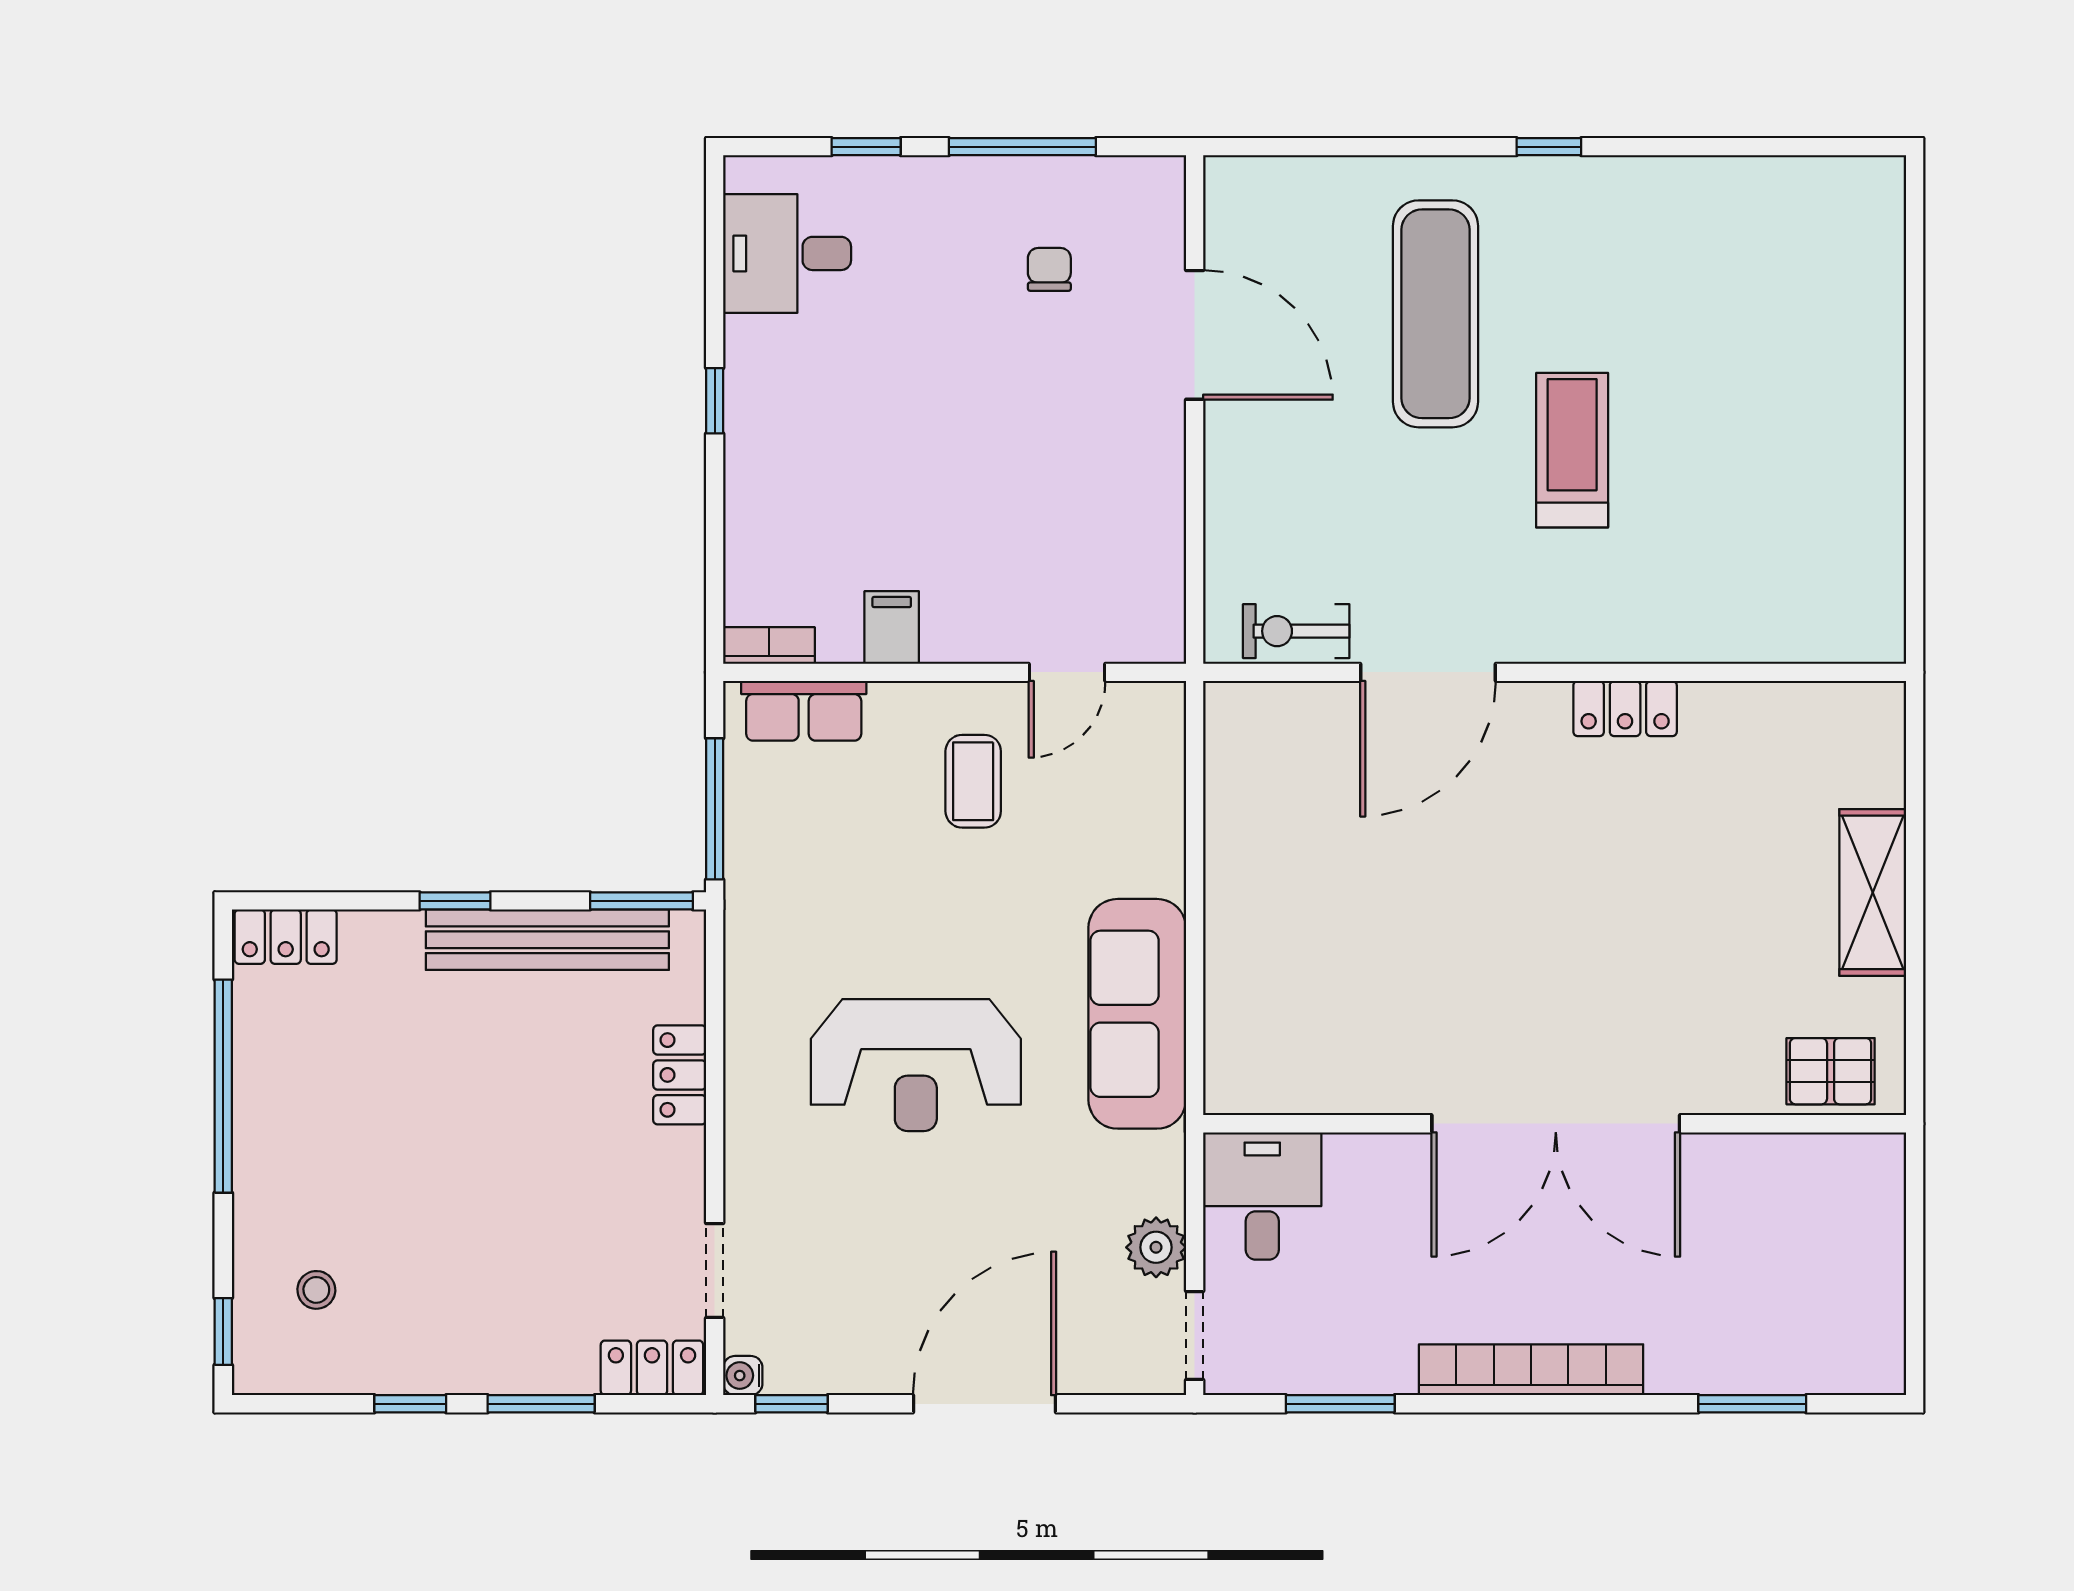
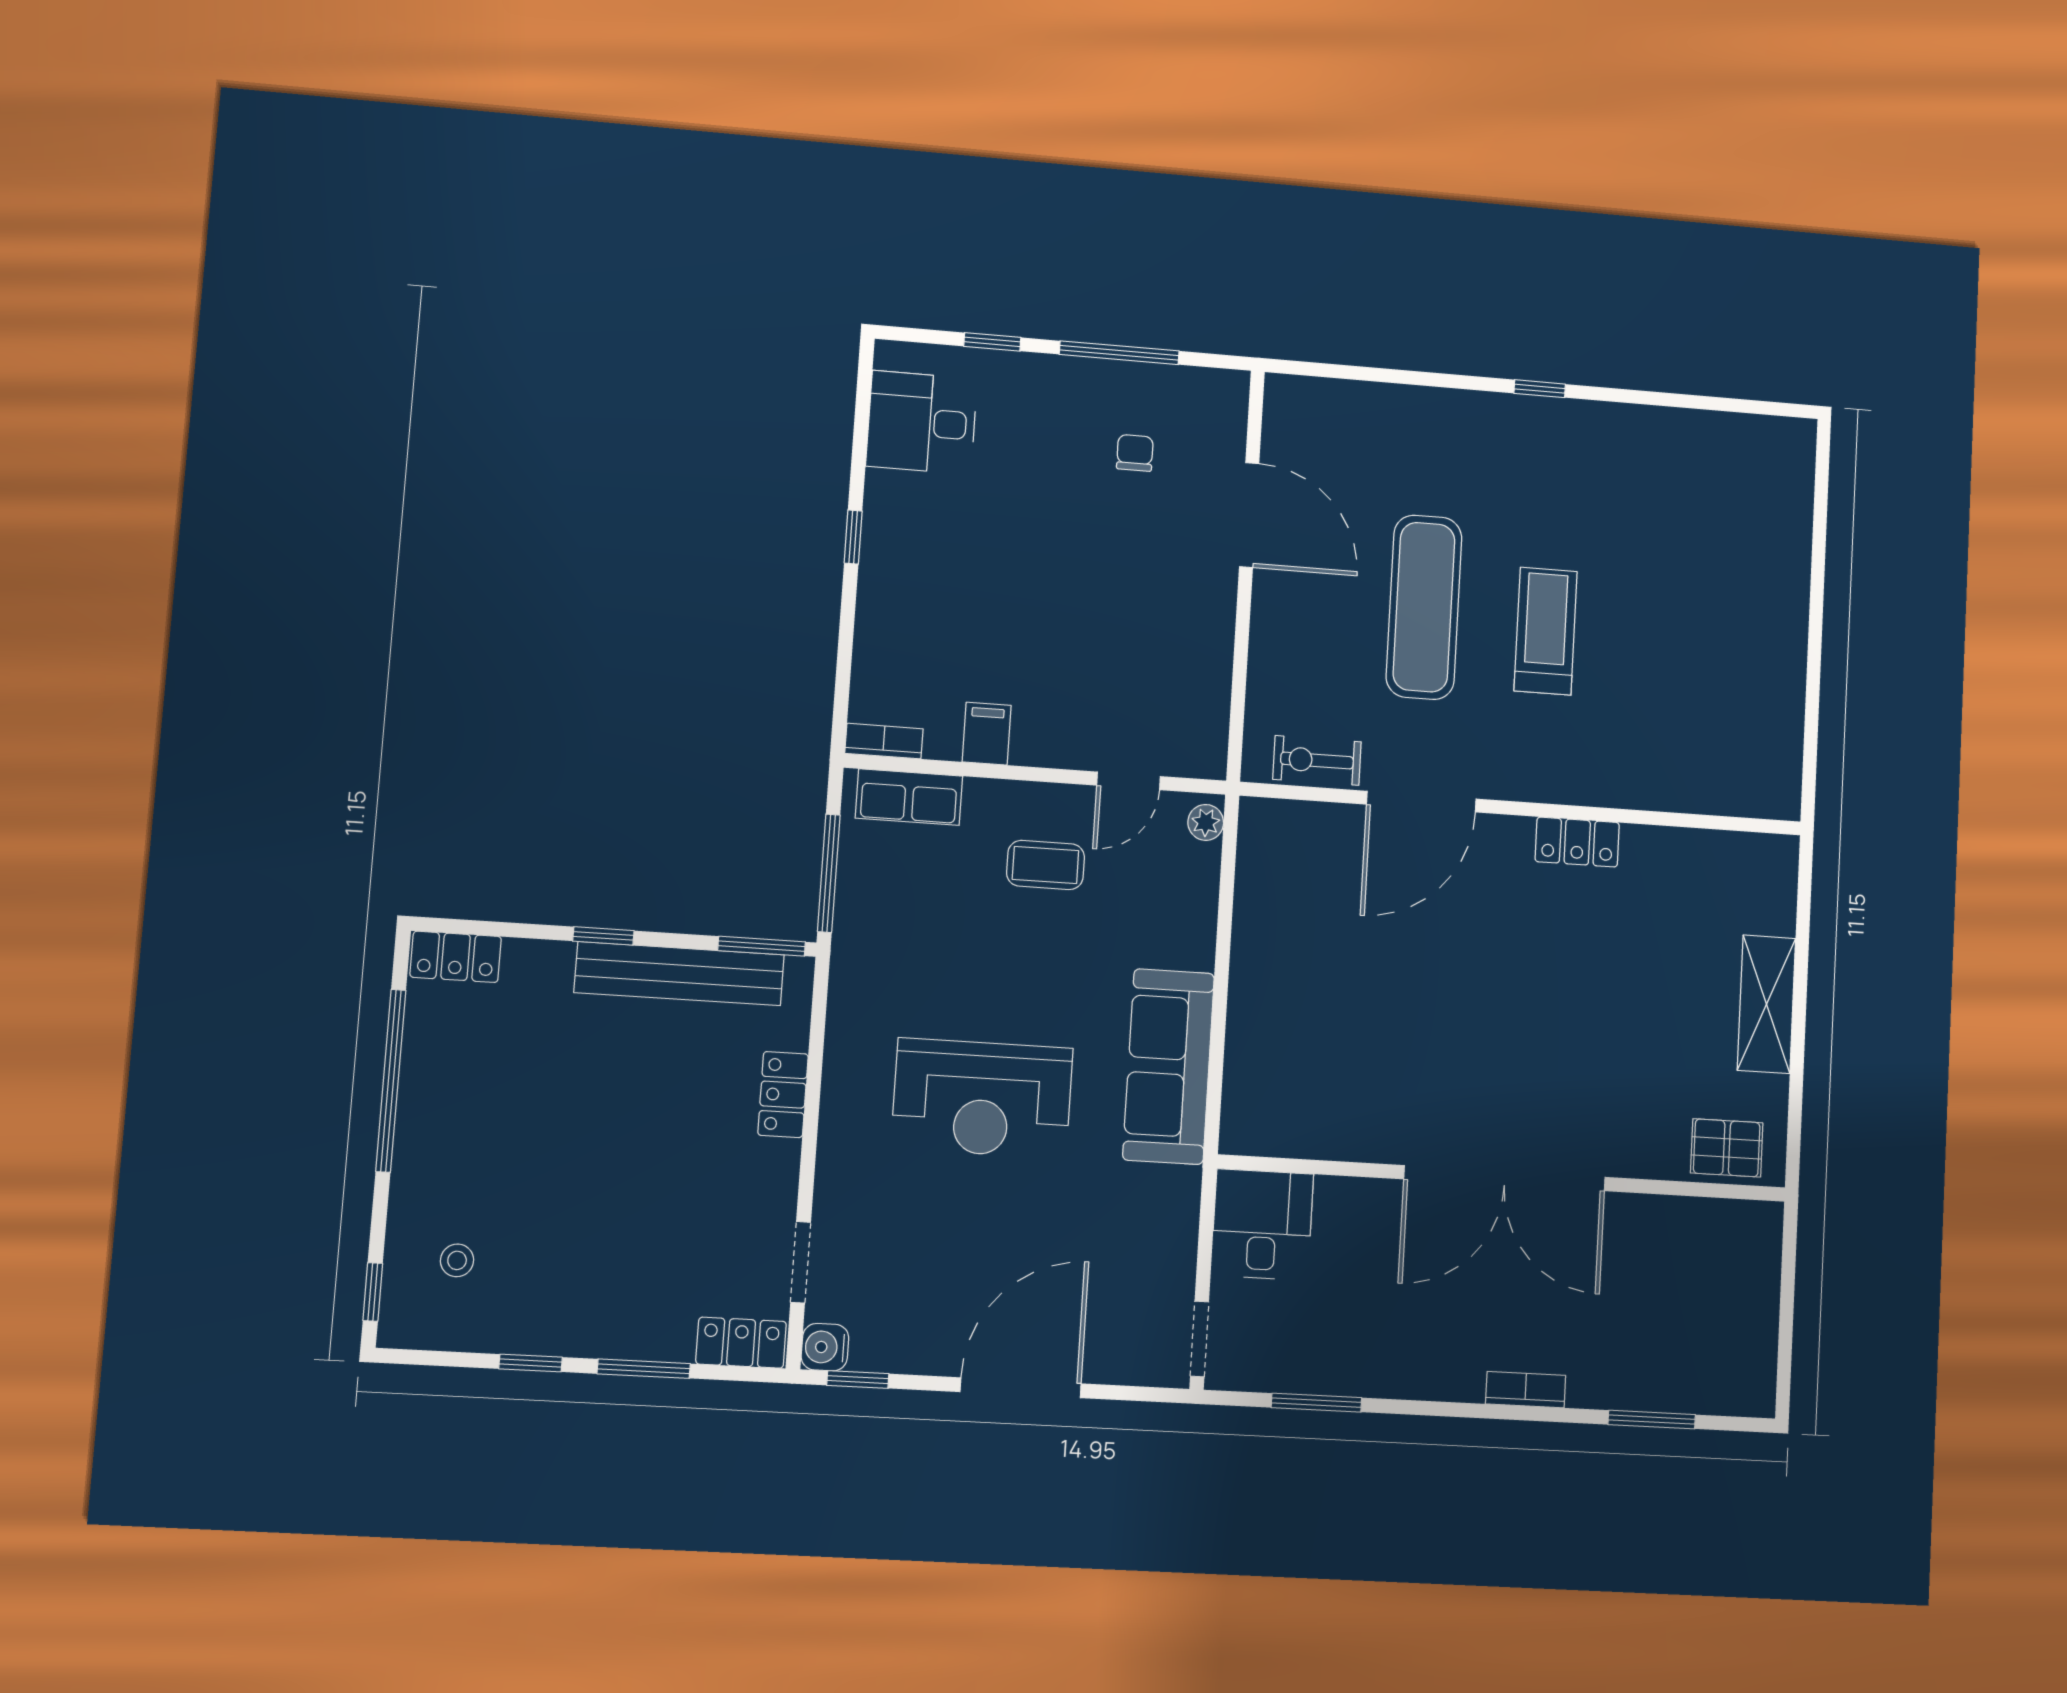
exercise mat: (1436, 314) -> (1424, 607), moved
coffee table: (973, 781) -> (1046, 865), turned 90
plant: (1156, 1247) -> (1206, 822), moved, width x0.73, depth x0.73
bookcase: (1531, 1370) -> (1526, 1390), width x0.43, depth x0.76
water cooler: (743, 1376) -> (825, 1347), width x1.38, depth x1.38

